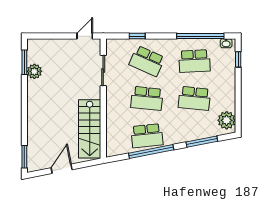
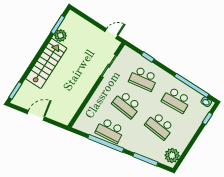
school desk: (147, 61) -> (143, 79), turned -33
stairs: (90, 129) -> (46, 63), moved, turned 180

